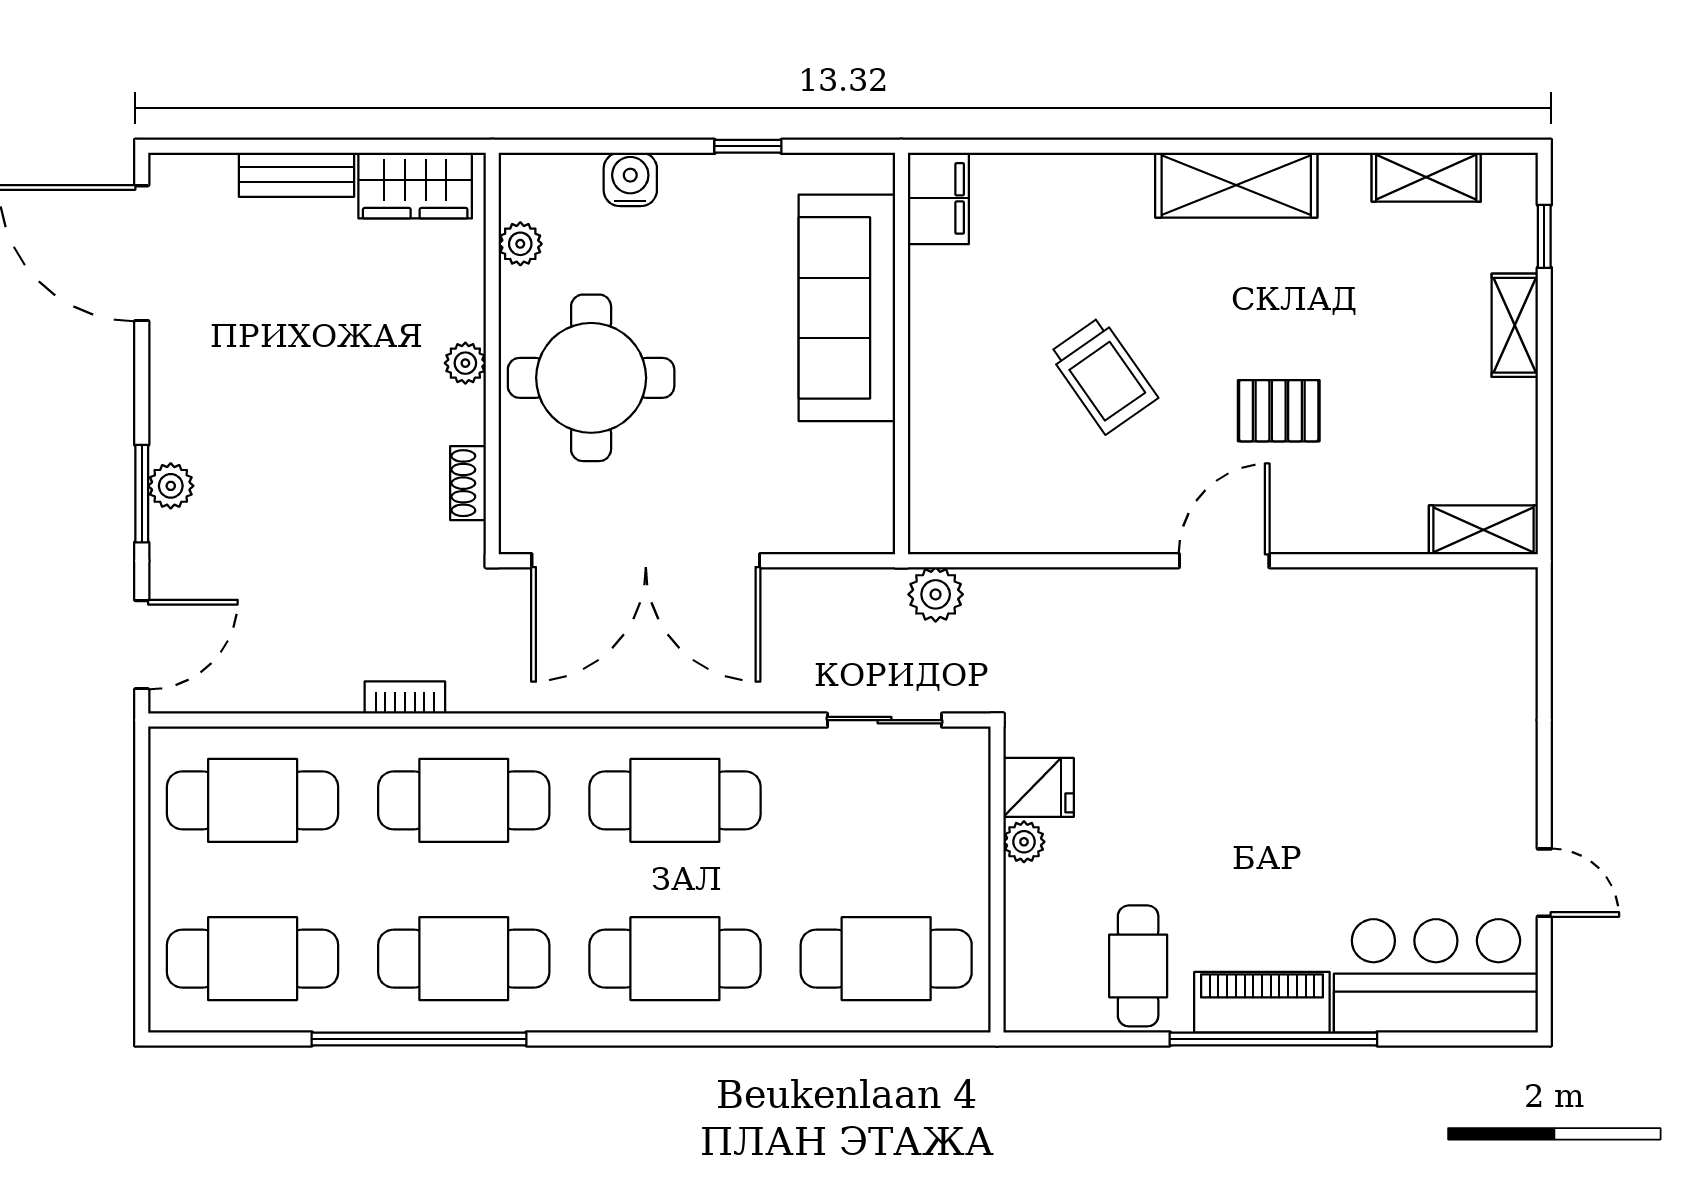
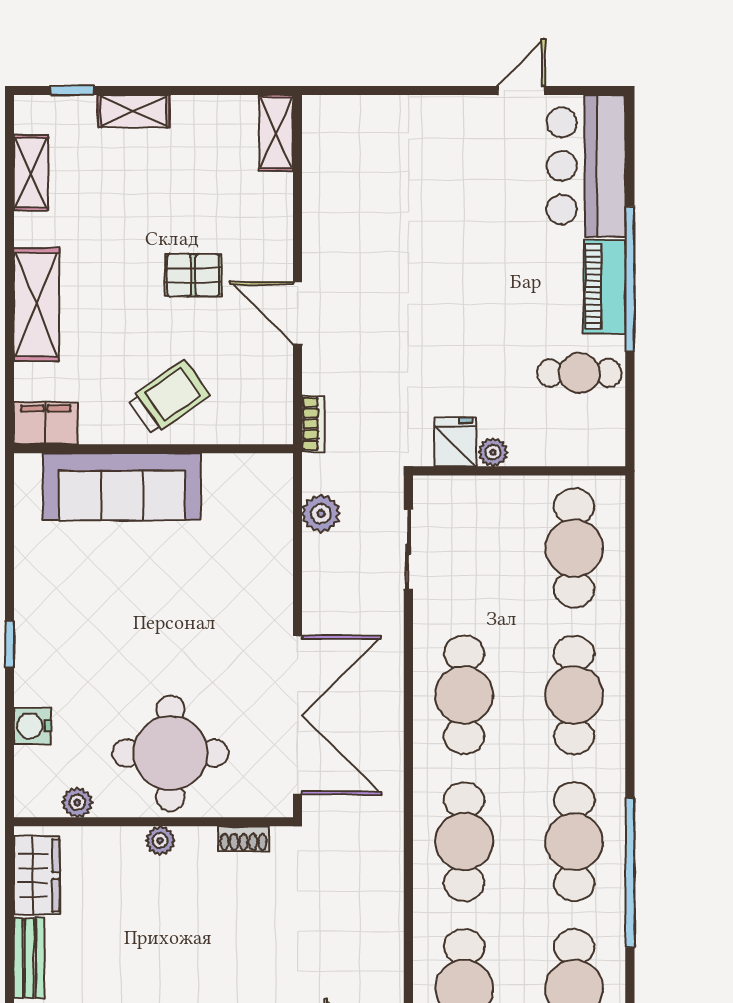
filing cabinet: (938, 198) -> (46, 423), moved
sofa: (847, 308) -> (122, 487), moved
wall: (901, 354) -> (153, 449), moved
pallet: (1279, 411) -> (193, 275), turned 90
bookcase: (405, 698) -> (313, 424), moved, turned 180

